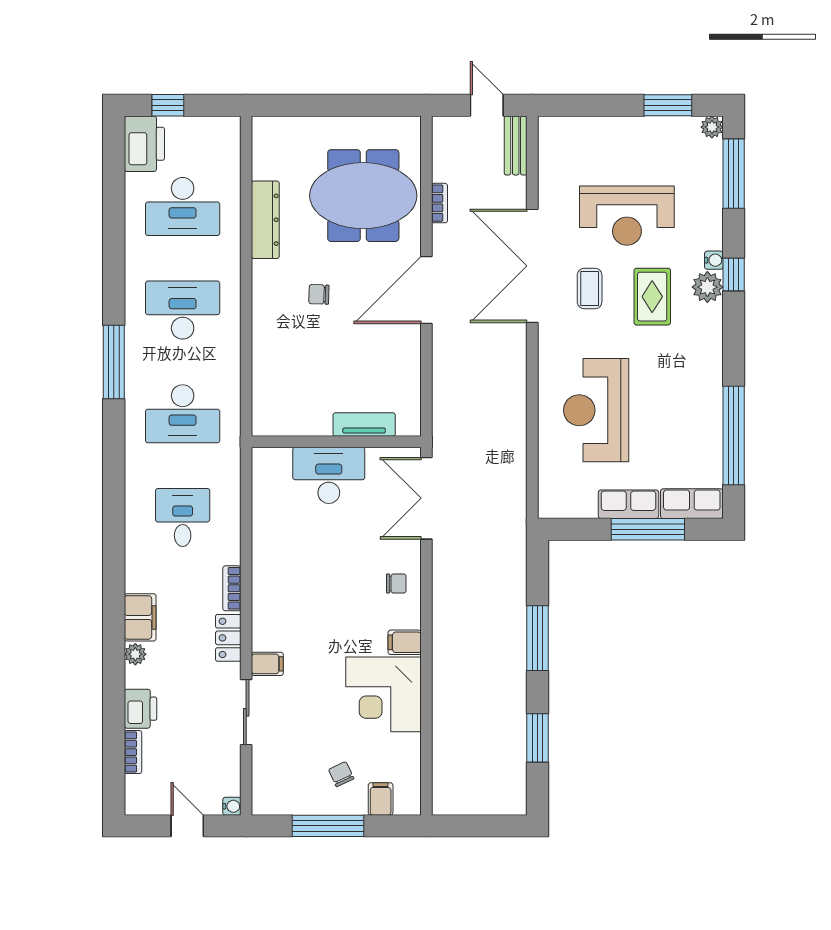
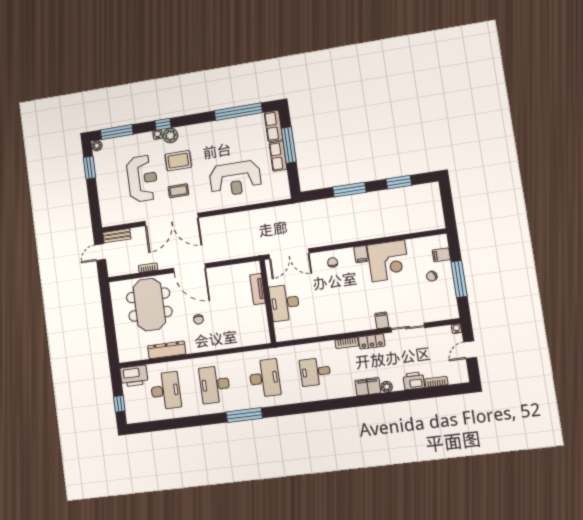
printer: (144, 144) -> (134, 376), moved, turned 180

